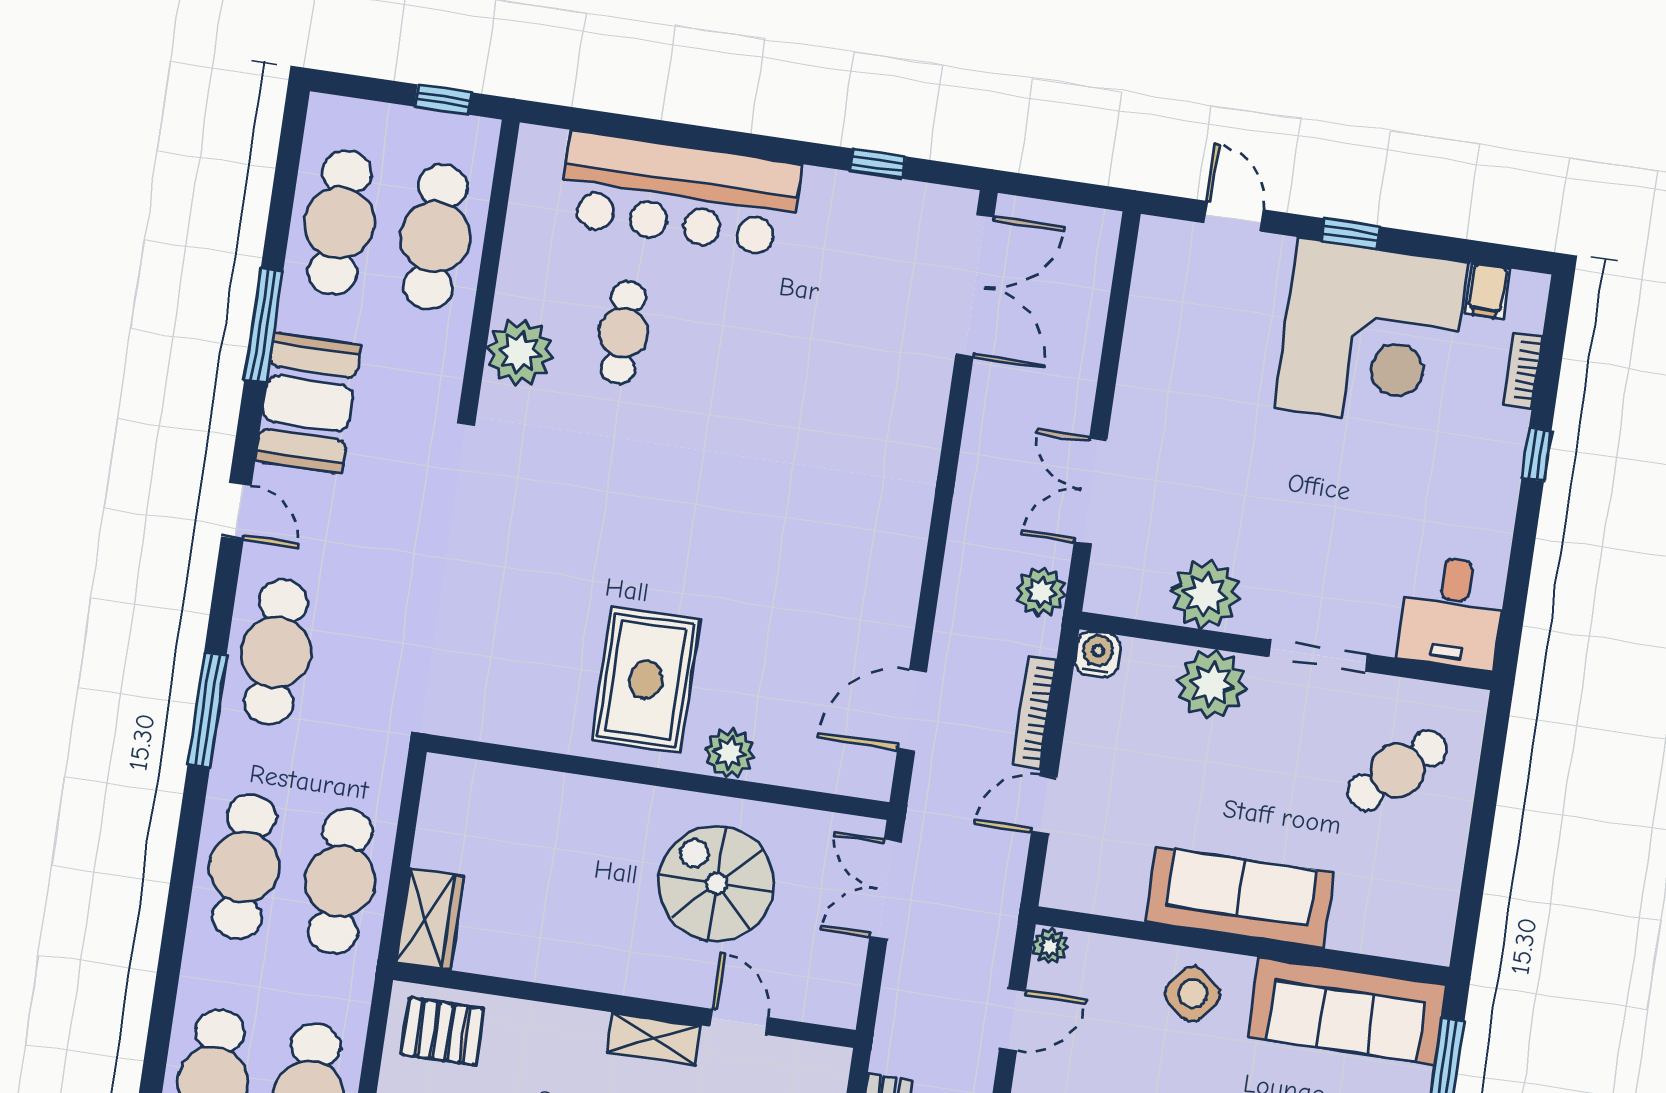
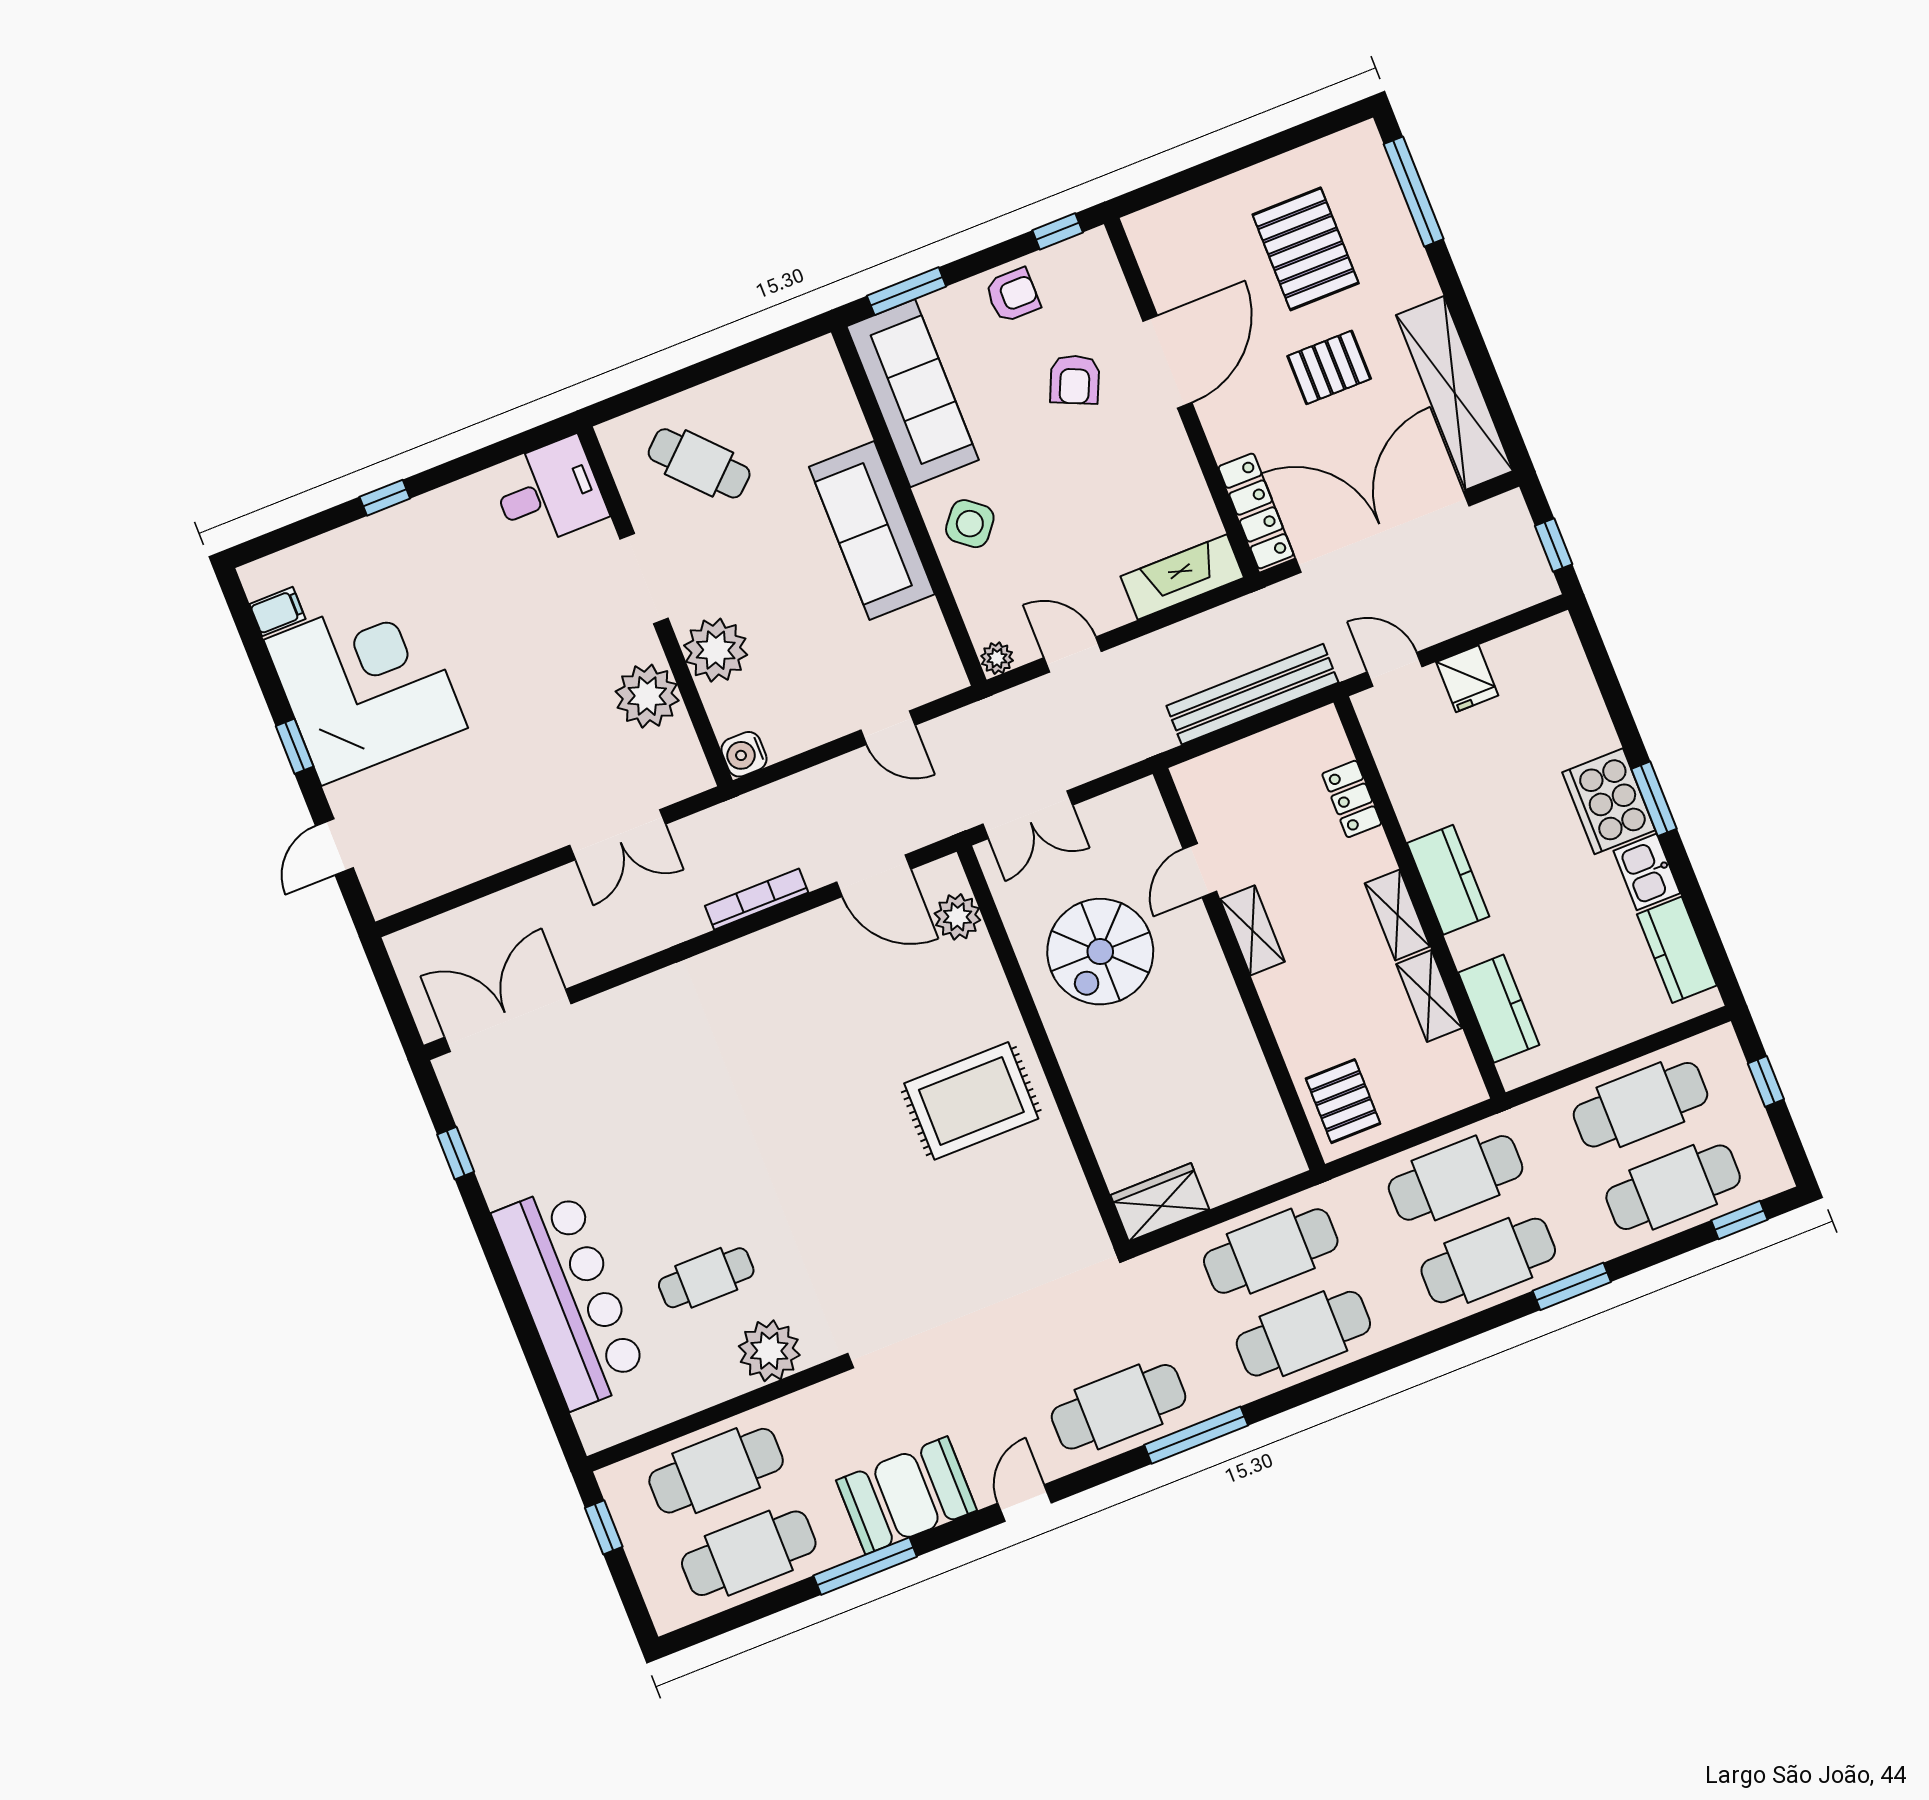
bookcase: (1523, 370) -> (324, 547), removed
plant: (1041, 592) -> (720, 828), removed
bookcase: (1034, 713) -> (757, 899), moved, turned 180
plant: (730, 753) -> (957, 917), moved
wardrobe: (430, 919) -> (1160, 1202), moved

